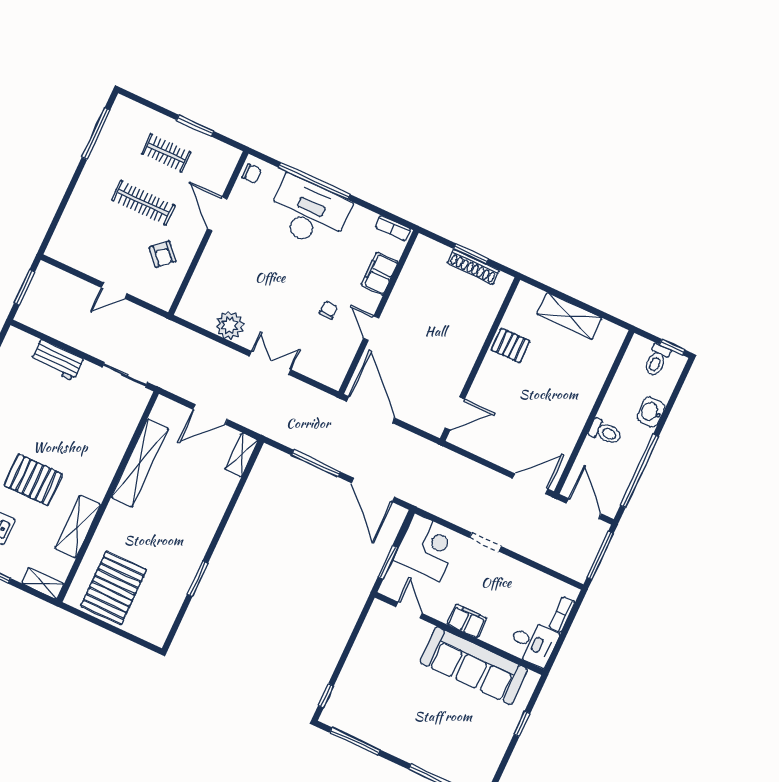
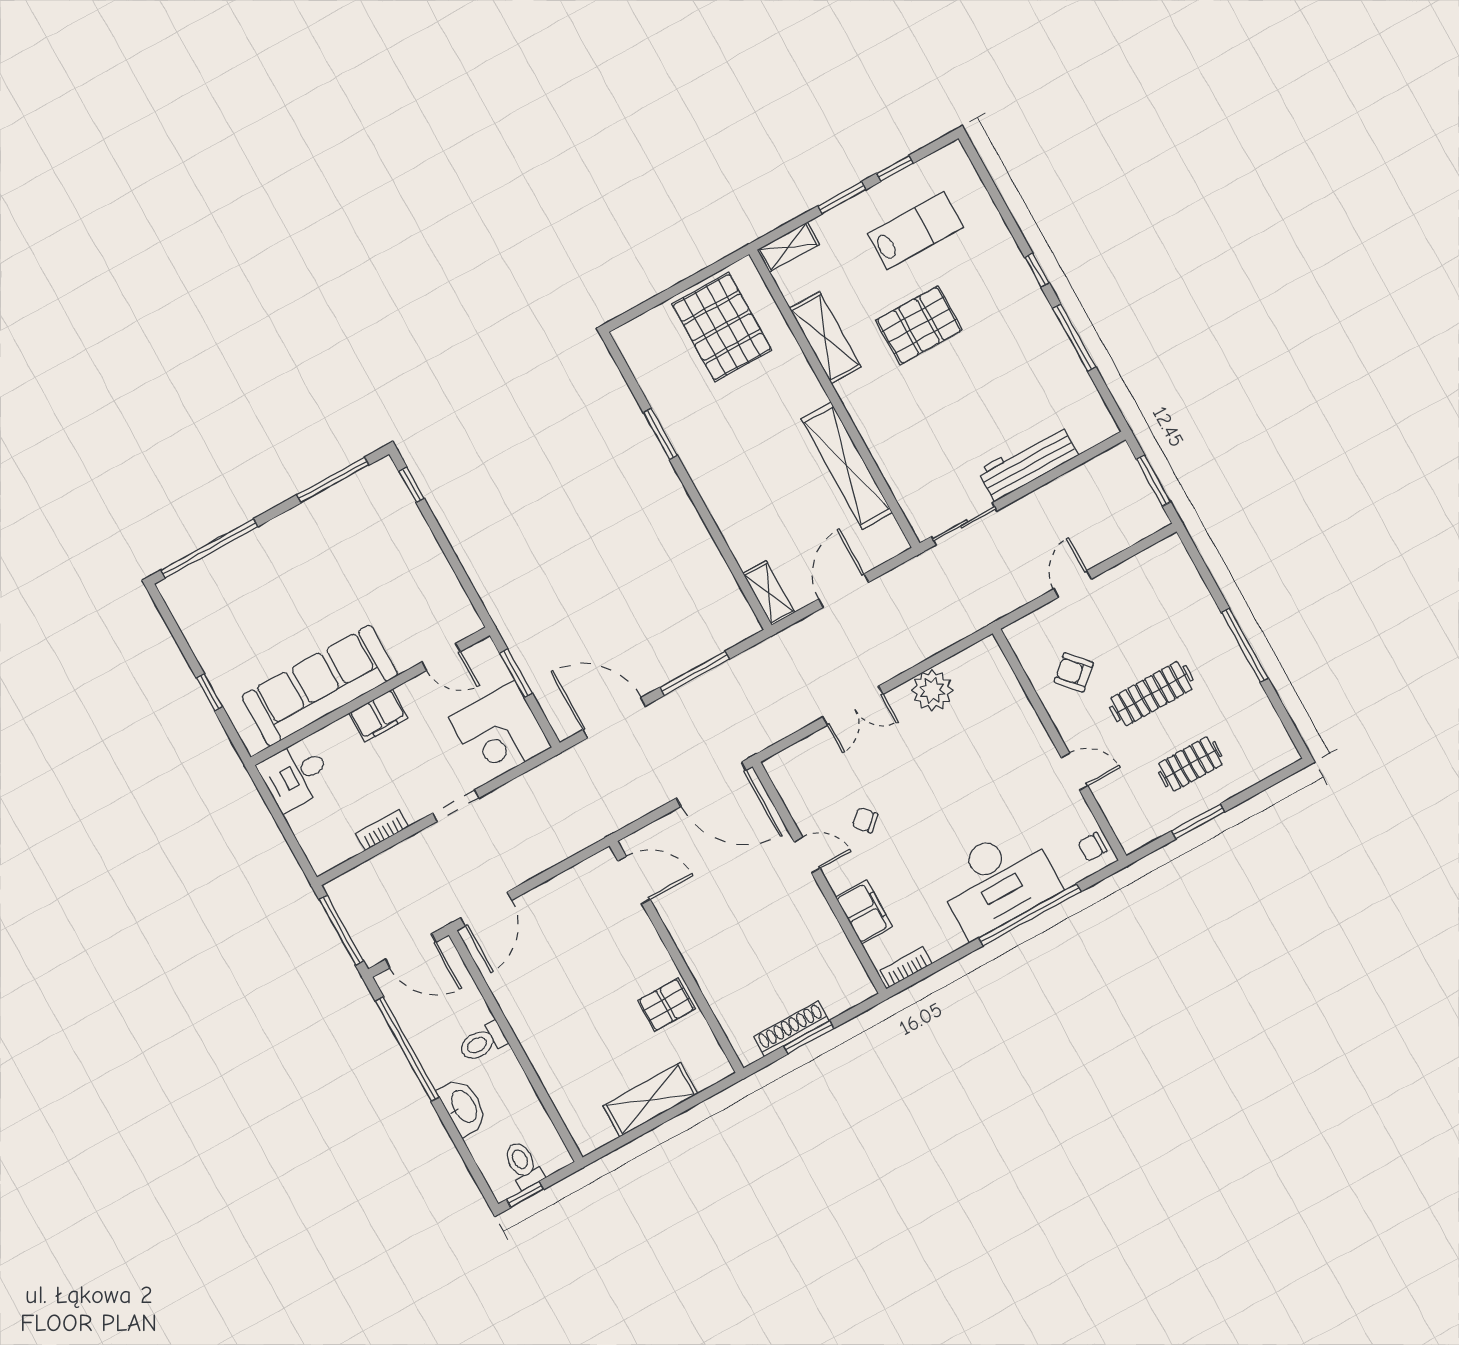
window: (96, 134) -> (1245, 645), moved
door: (217, 214) -> (1074, 772), width x0.73
chair: (328, 310) -> (865, 820), turned 138
workbench: (57, 360) -> (1028, 463), width x1.38
washbasin: (651, 412) -> (463, 1107), width x1.38
door: (455, 414) -> (634, 880), swing flipped
bookcase: (562, 614) -> (382, 830), moved, turned -90

